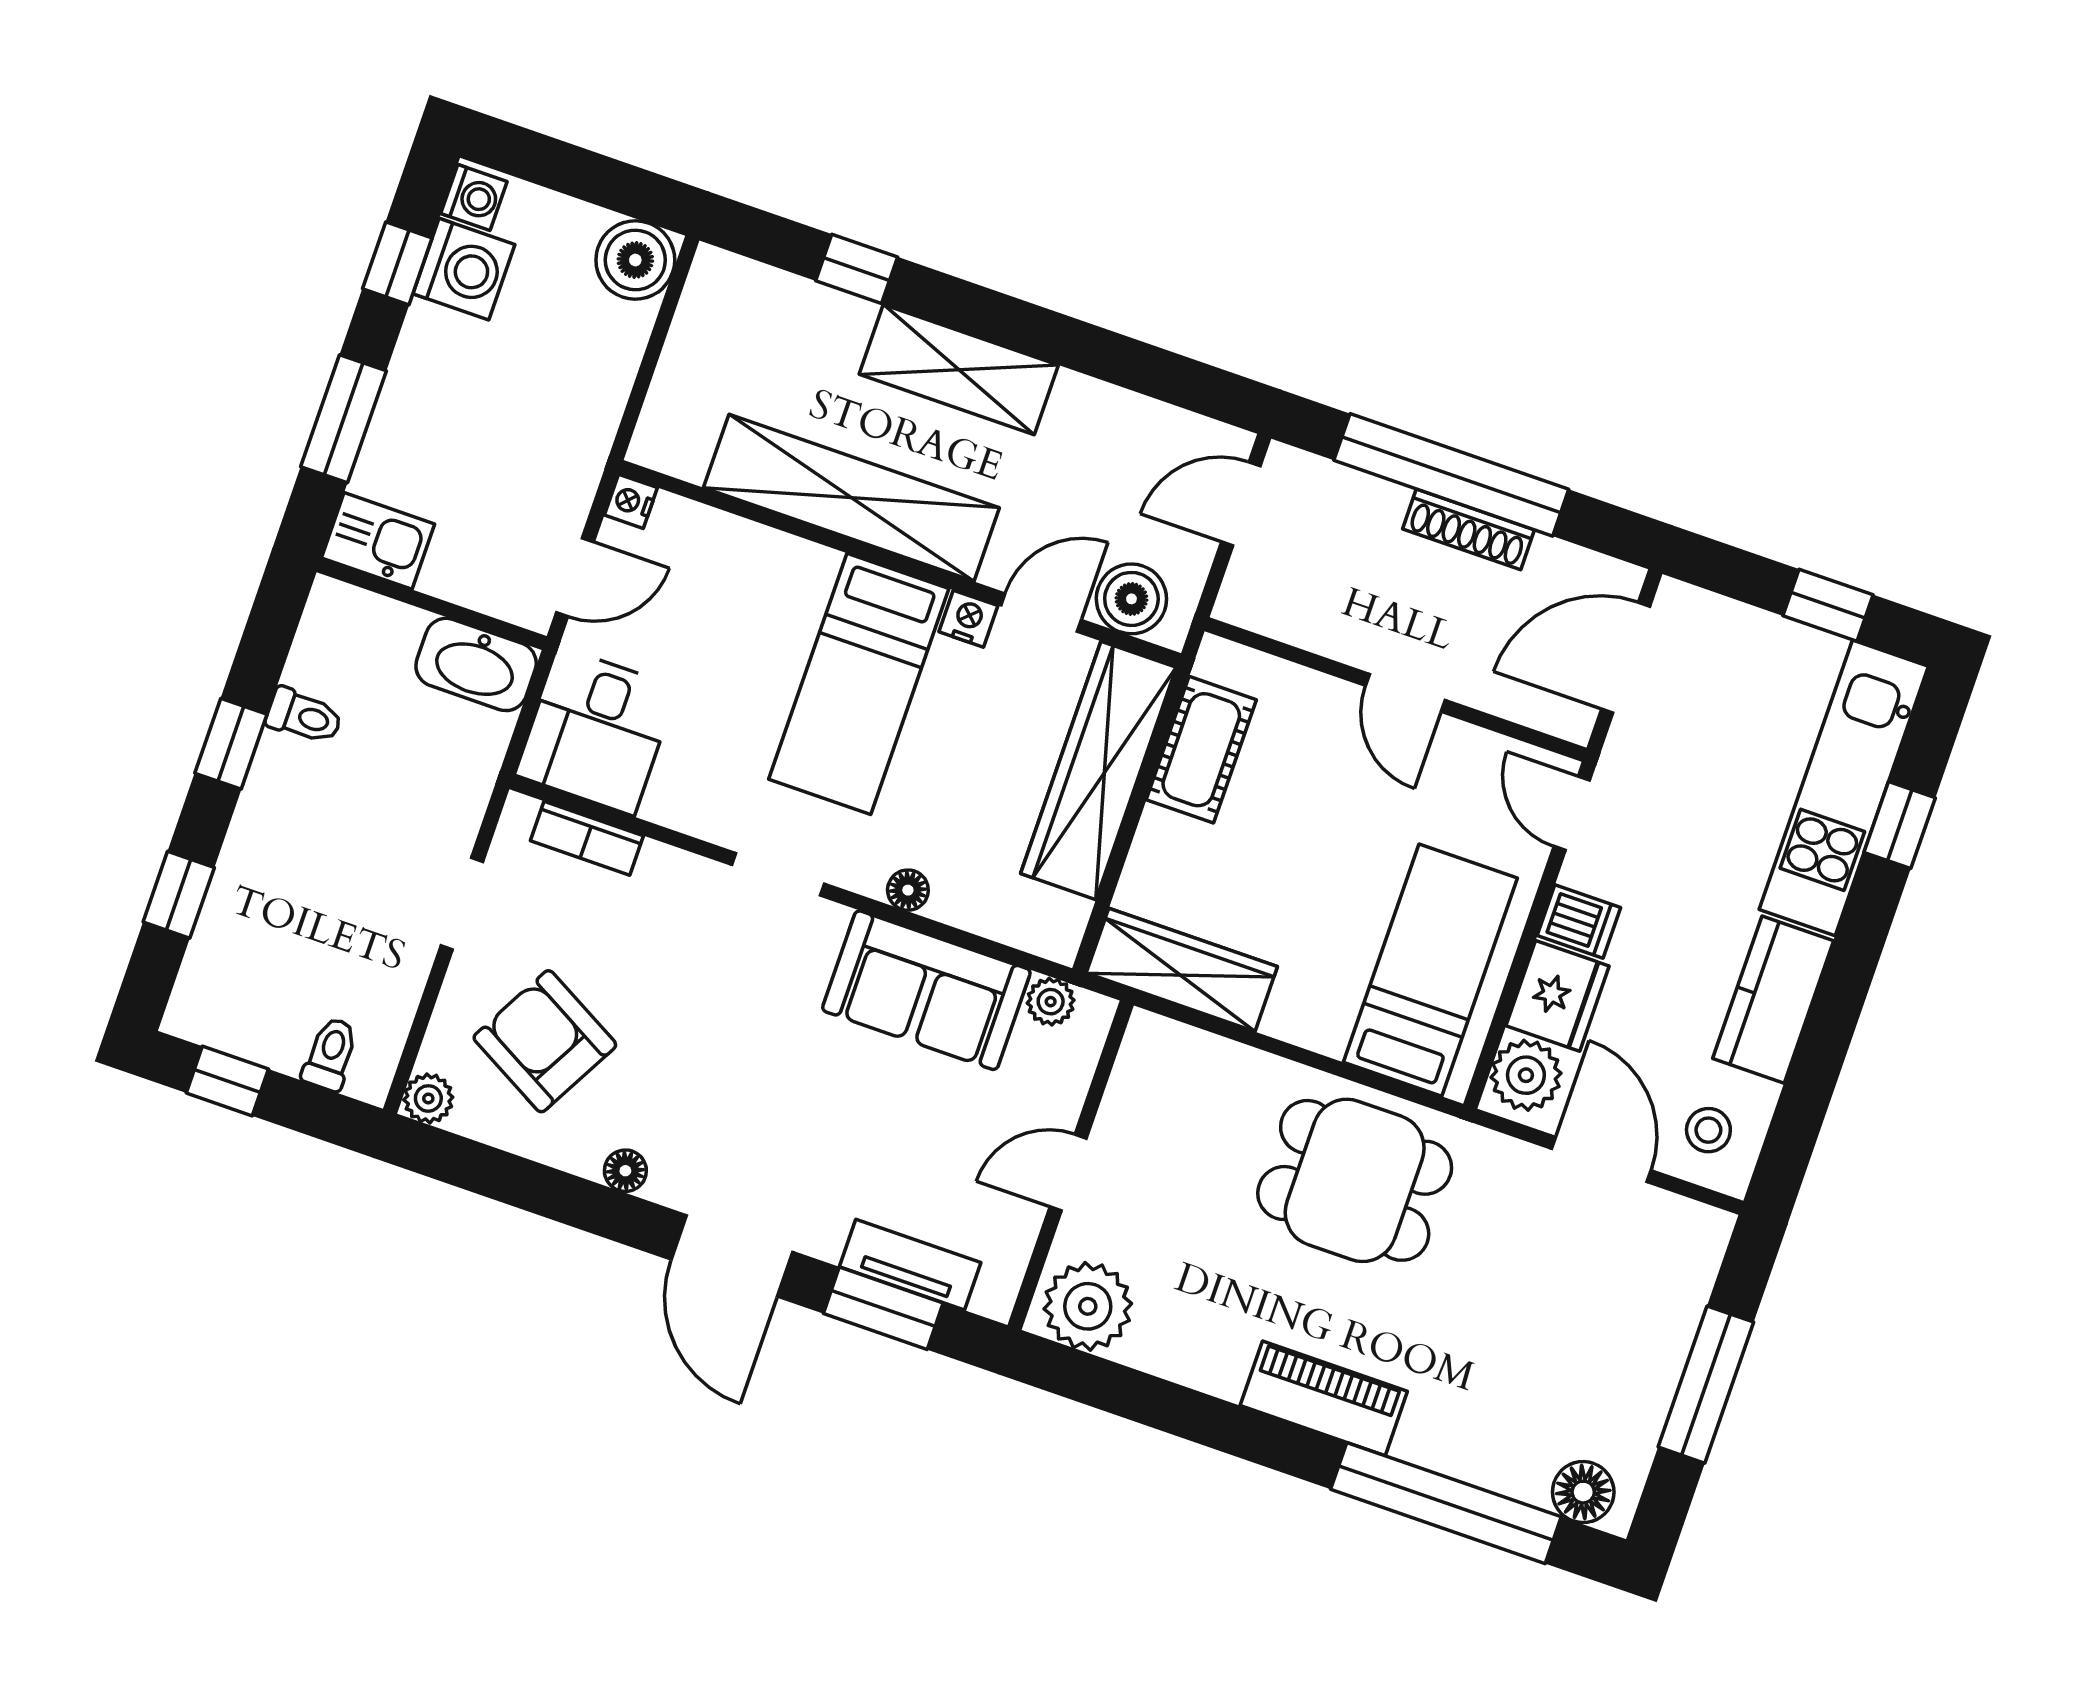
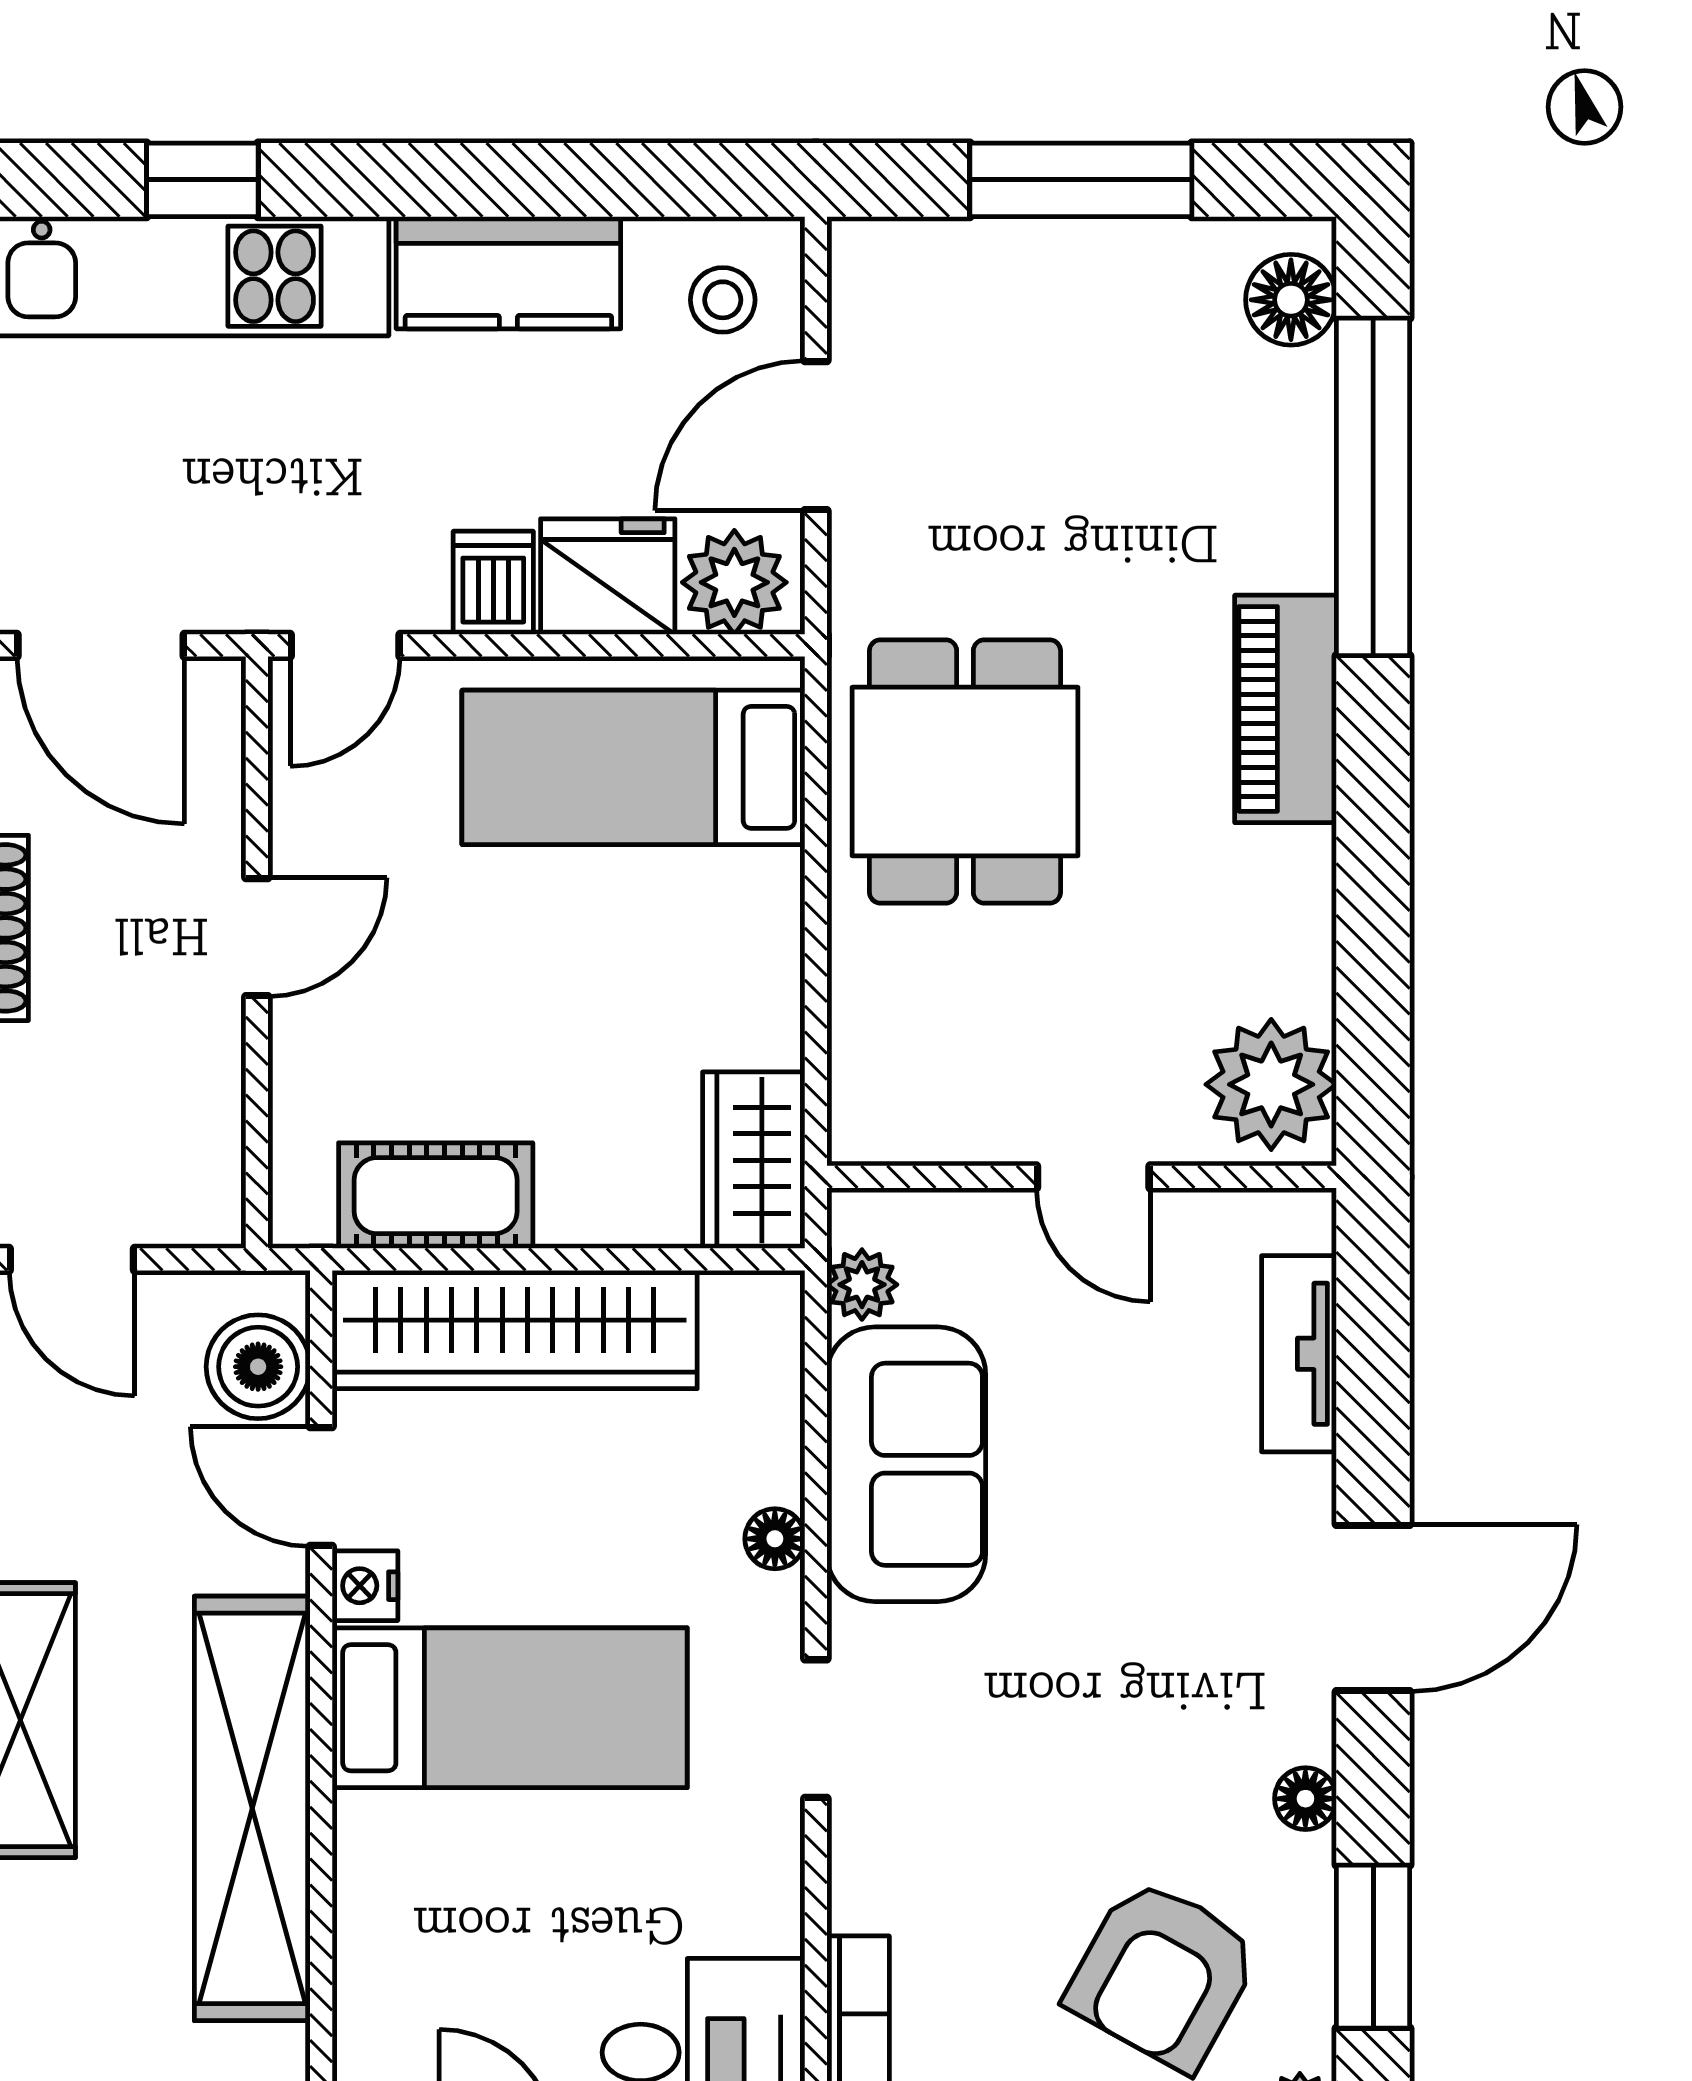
wardrobe: (1182, 970) -> (754, 1160), width x0.67
window: (883, 1308) -> (1373, 1947), moved

